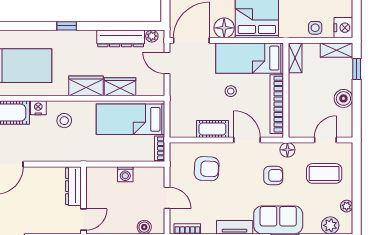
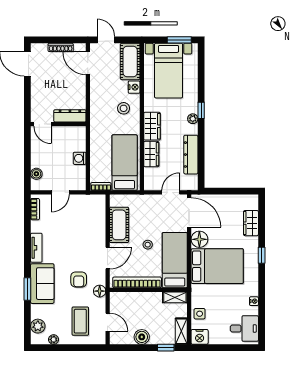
plant: (152, 36) -> (193, 119), moved
cot: (212, 129) -> (119, 225), width x1.37, depth x1.34
armchair: (207, 169) -> (84, 225), removed

